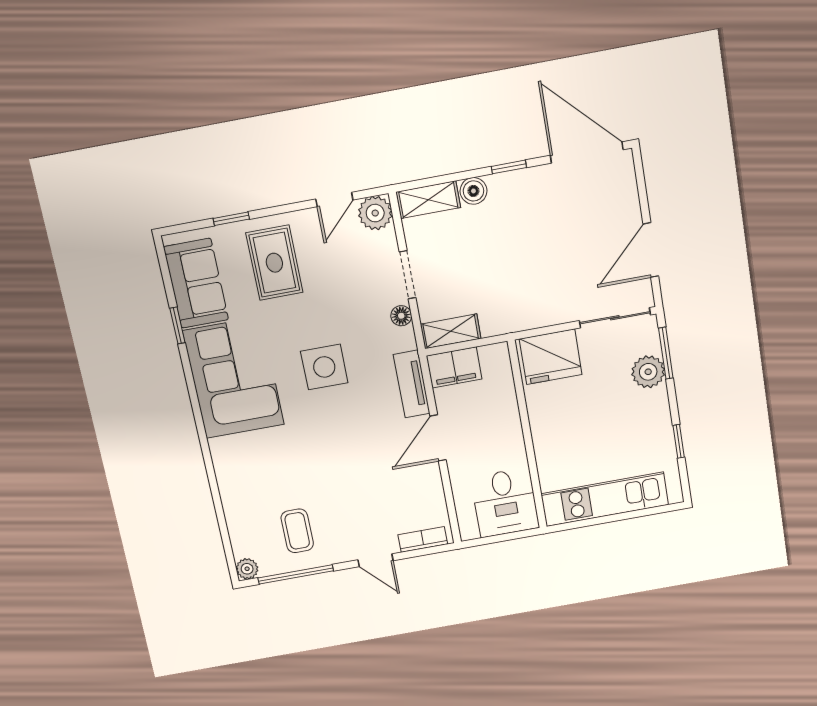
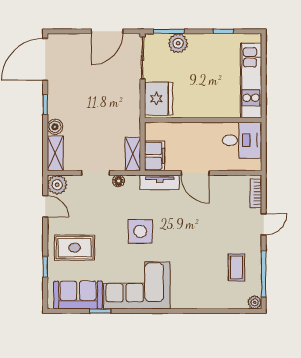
door: (651, 250) -> (107, 31), hinge flipped
coffee table: (297, 531) -> (236, 267), turned 90

